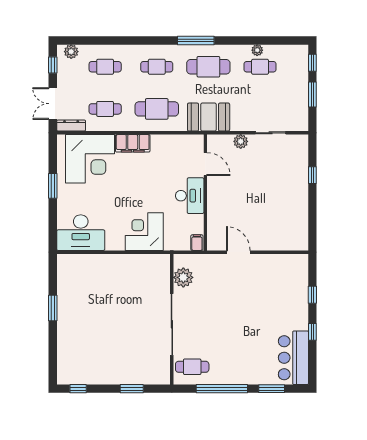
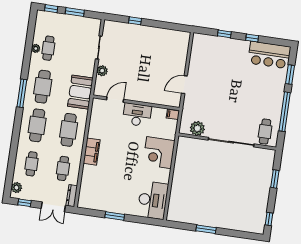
cafe table: (157, 67) -> (37, 125), width x1.37, depth x1.35
corner desk: (90, 159) -> (99, 185), removed

